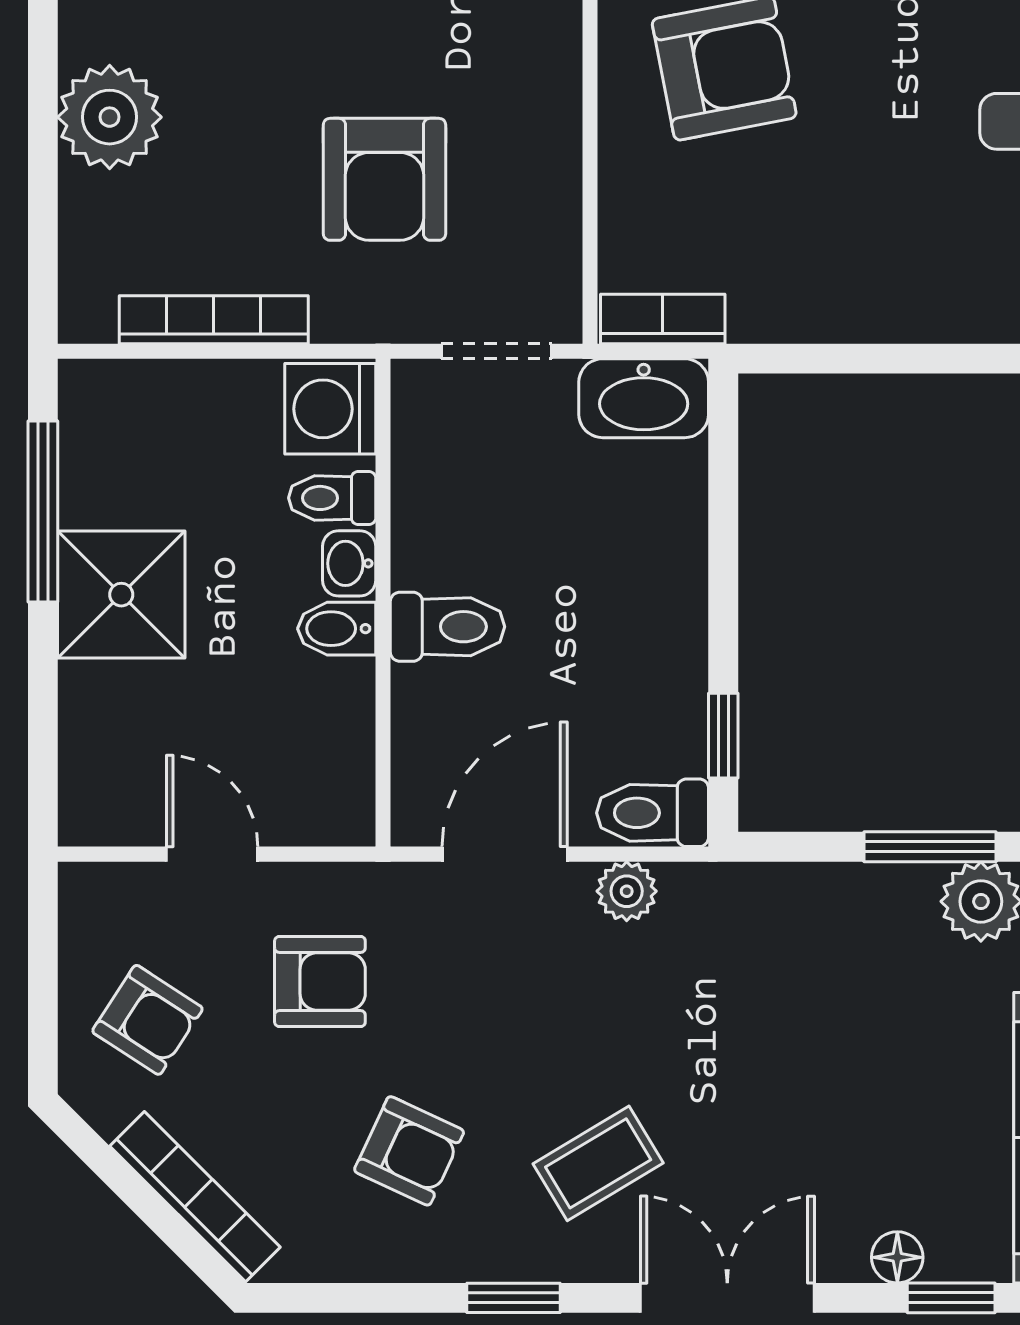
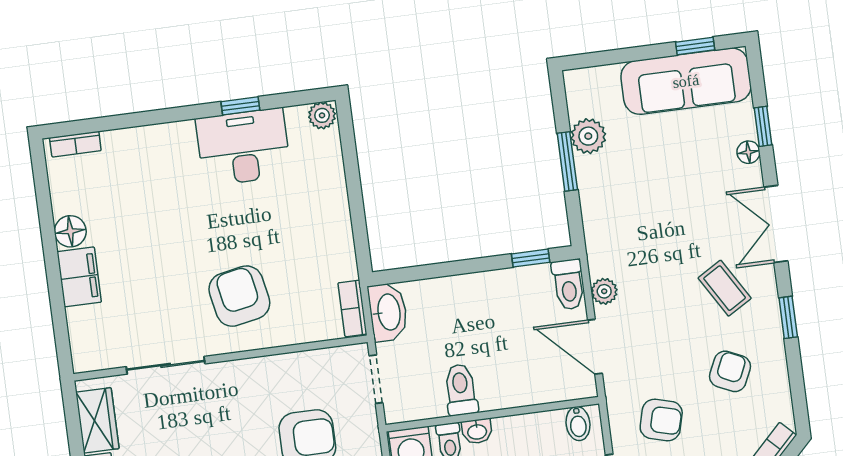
toilet: (447, 627) -> (461, 390), moved
bidet: (337, 629) -> (578, 424), moved
armchair: (320, 981) -> (661, 420), turned 105

